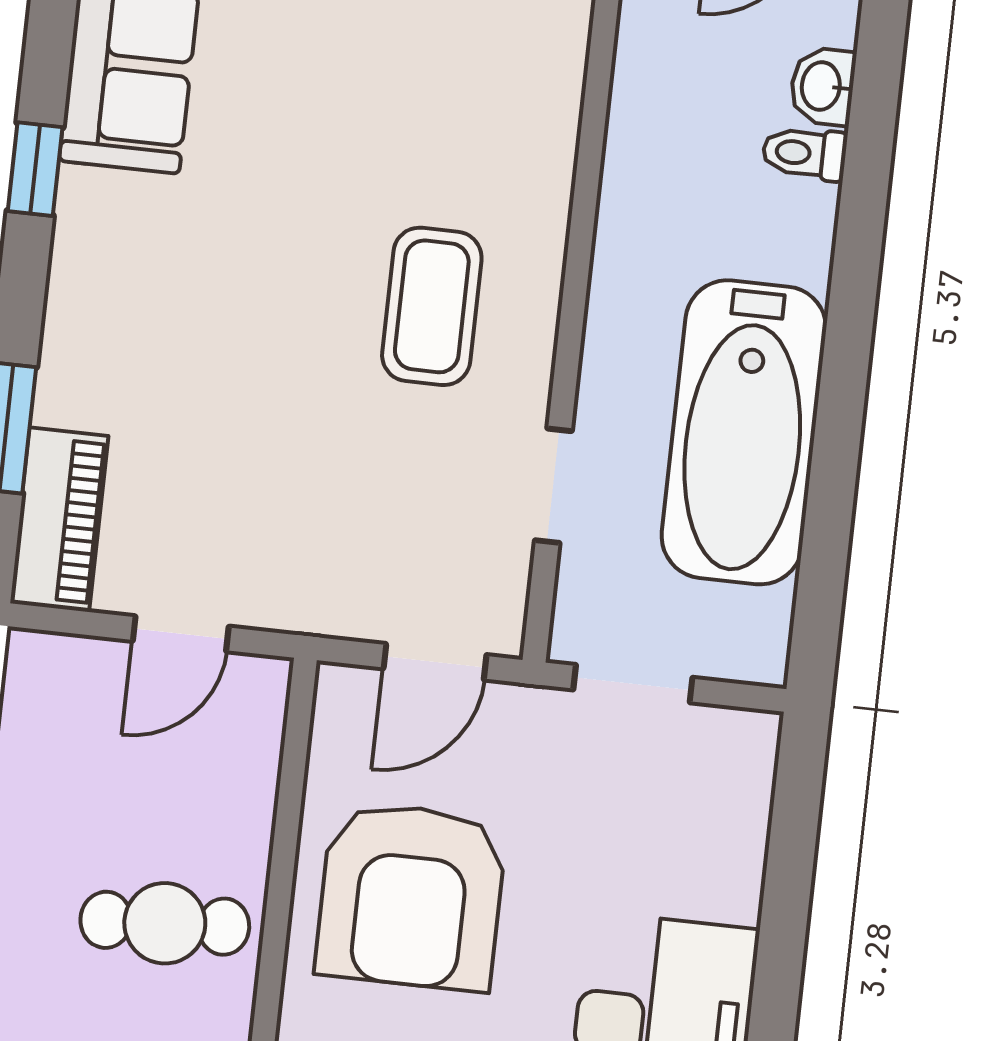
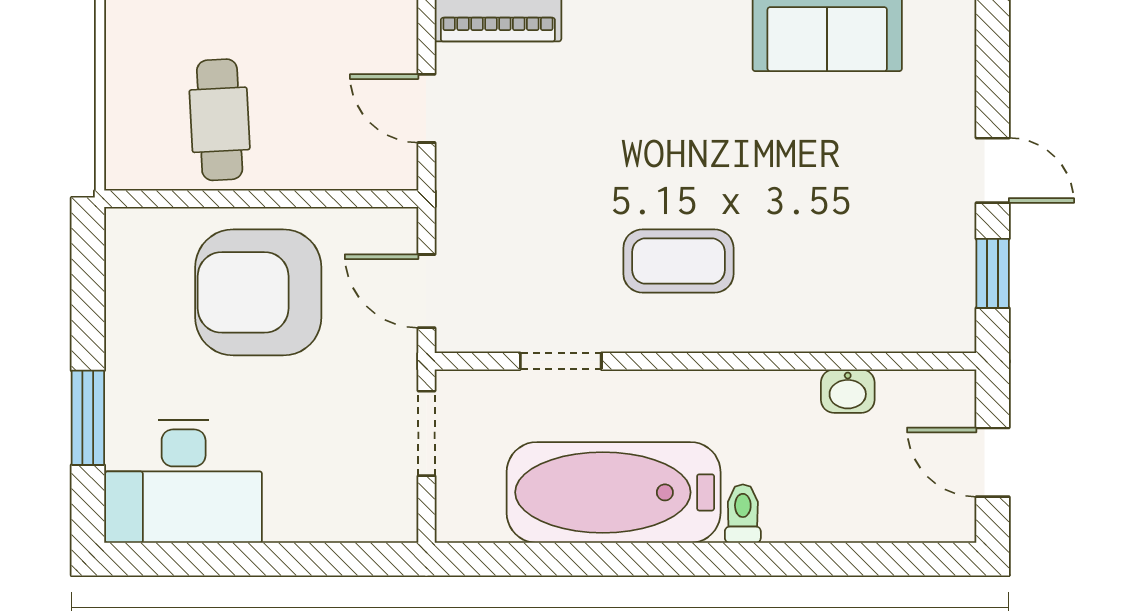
washbasin: (823, 86) -> (848, 391), moved, turned 180
toilet: (805, 153) -> (743, 514), moved

